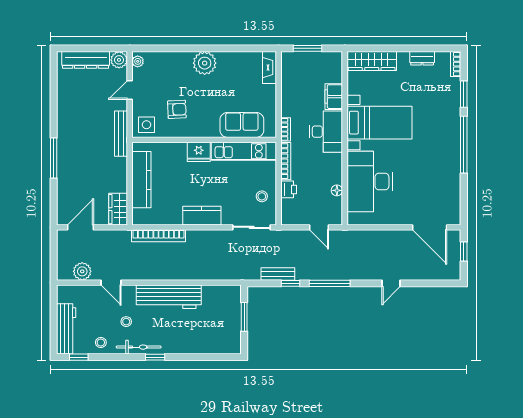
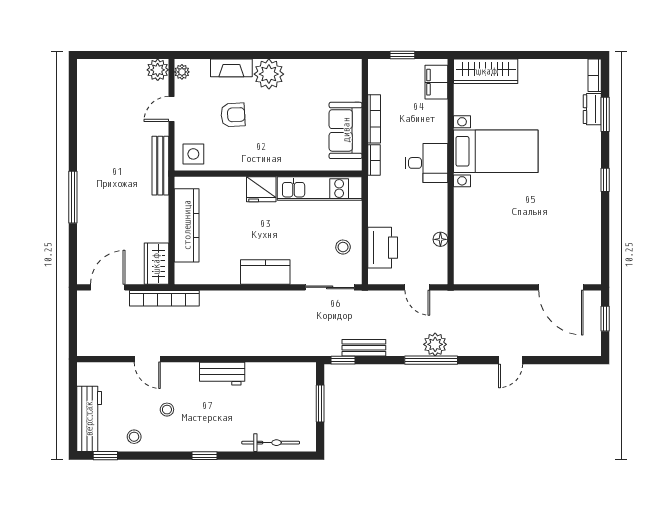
window: (307, 48) -> (402, 55), width x0.67
dresser: (422, 58) -> (592, 109), moved, turned 90
dresser: (86, 60) -> (114, 70), removed
fireplace: (270, 68) -> (231, 68), moved, turned -90
filing cabinet: (334, 97) -> (436, 82), moved
armchair: (177, 109) -> (233, 115), moved
sofa: (242, 125) -> (346, 130), moved, turned -90
desk: (326, 132) -> (426, 163), width x0.73
window: (464, 145) -> (605, 180), width x0.32
bookcase: (286, 161) -> (374, 119), moved
desk: (370, 182) -> (483, 228), removed
printer: (289, 189) -> (383, 248), width x1.87, depth x1.48
bookcase: (159, 236) -> (164, 298), moved
plant: (82, 271) -> (435, 344), moved
window: (291, 283) -> (343, 360), moved
workbench: (169, 297) -> (222, 374), width x0.53, depth x0.76
bicycle: (139, 347) -> (271, 443), moved

